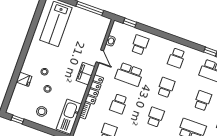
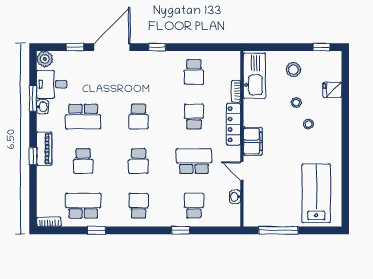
window: (130, 23) -> (181, 230), moved
school desk: (140, 45) -> (194, 206), turned 180
fridge: (24, 79) -> (332, 90), moved

